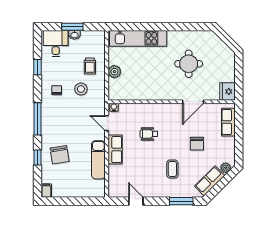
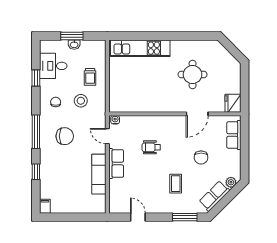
desk: (56, 43) -> (53, 66), moved, turned -90
plant: (114, 72) -> (116, 83), removed
chair: (60, 155) -> (65, 136), moved, turned -81

